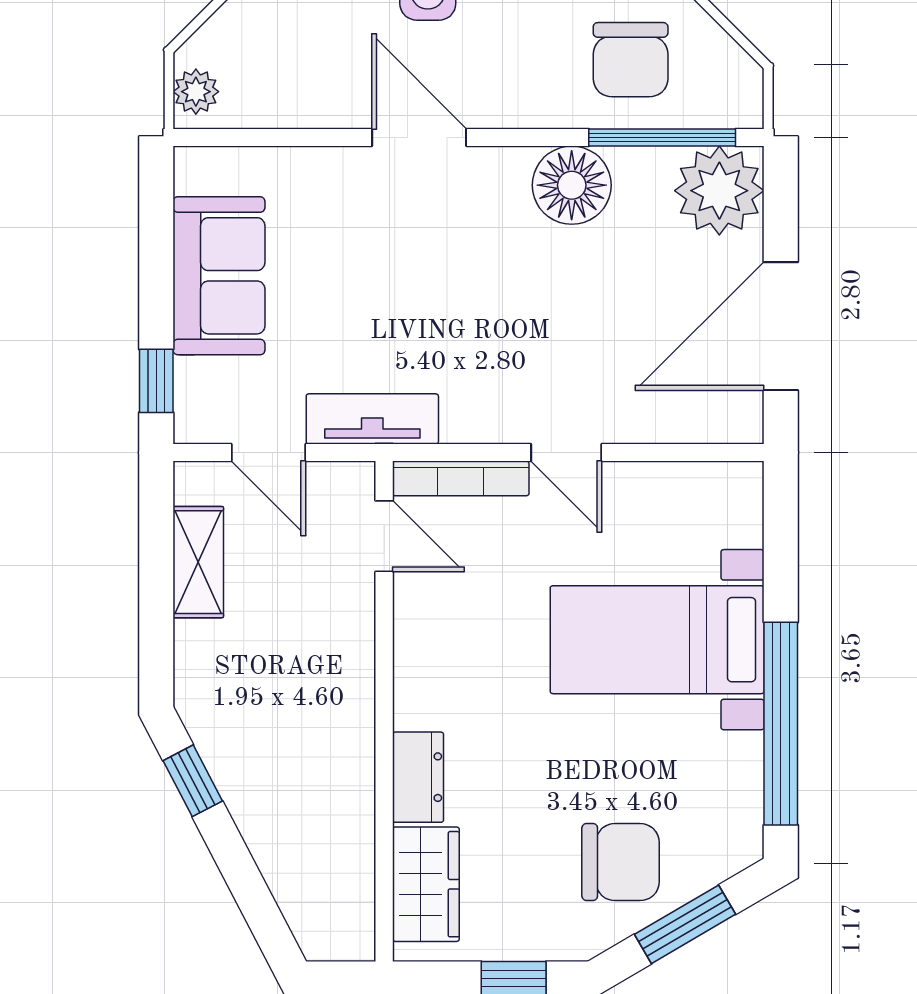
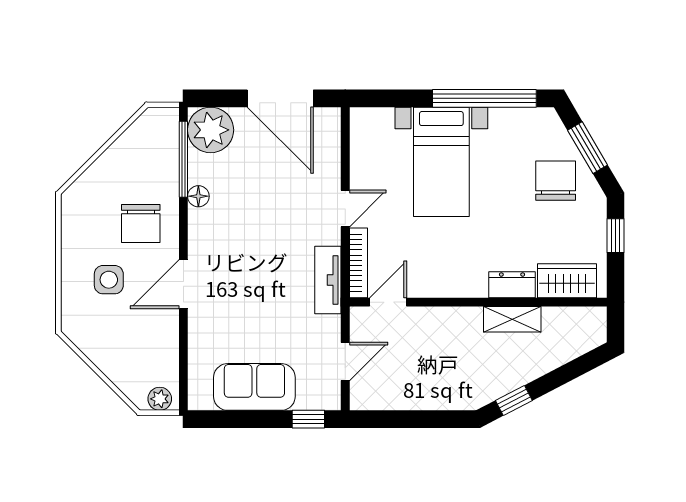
chair: (631, 60) -> (141, 223), moved, turned 90
floor lamp: (572, 185) -> (198, 196), width x0.53, depth x0.53
tv unit: (372, 419) -> (328, 280), moved
shelving: (198, 562) -> (512, 319), moved

